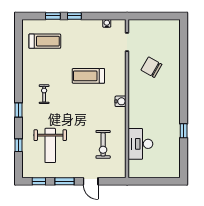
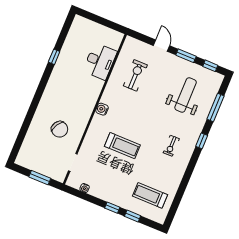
window: (151, 16) -> (40, 178), added
window: (18, 145) -> (215, 108), width x2.17

